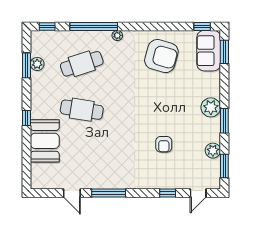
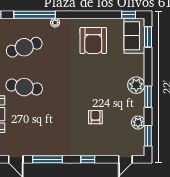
armchair: (161, 56) -> (93, 40), turned 74
armchair: (164, 144) -> (95, 117), turned 180
window: (168, 193) -> (88, 159), moved

